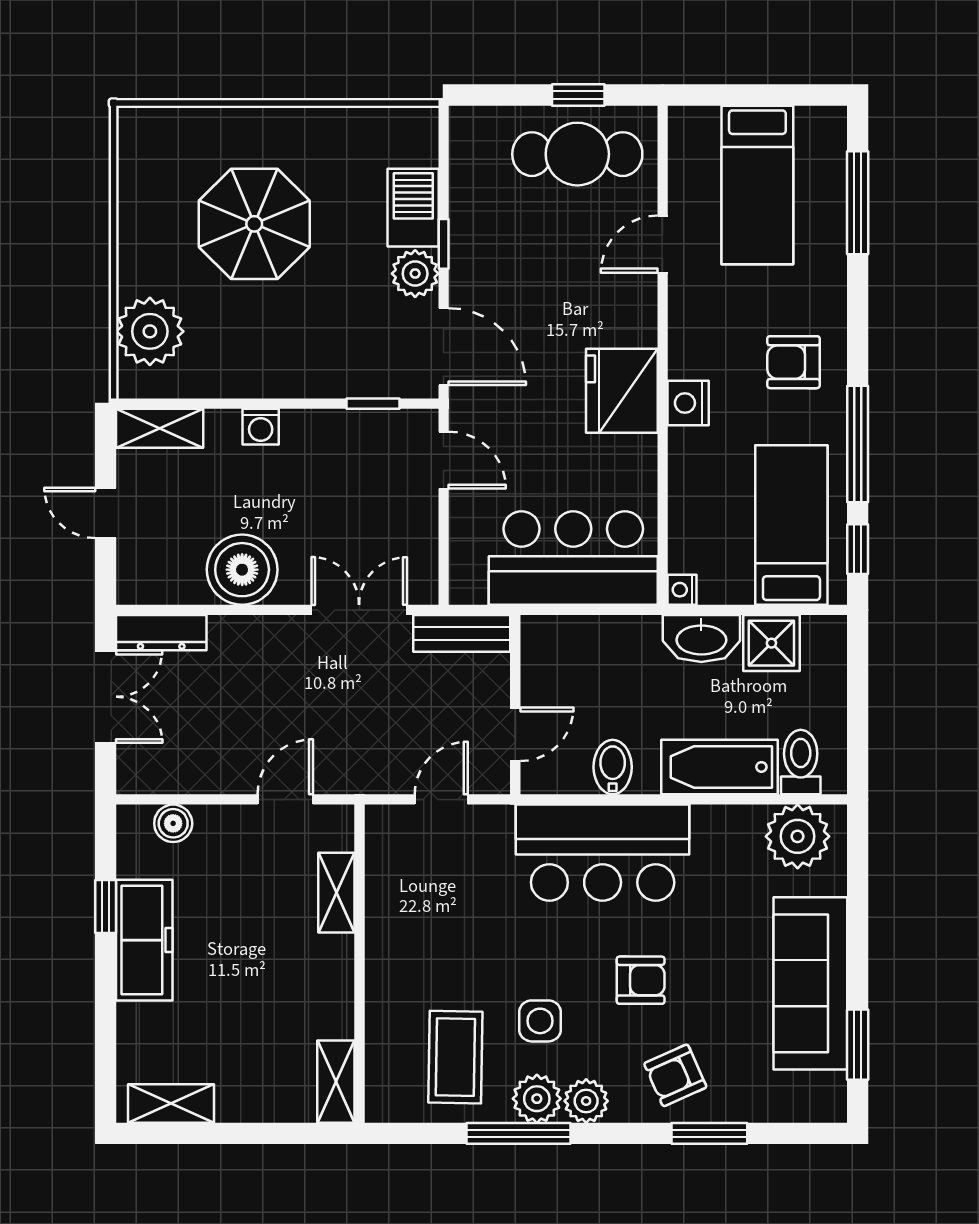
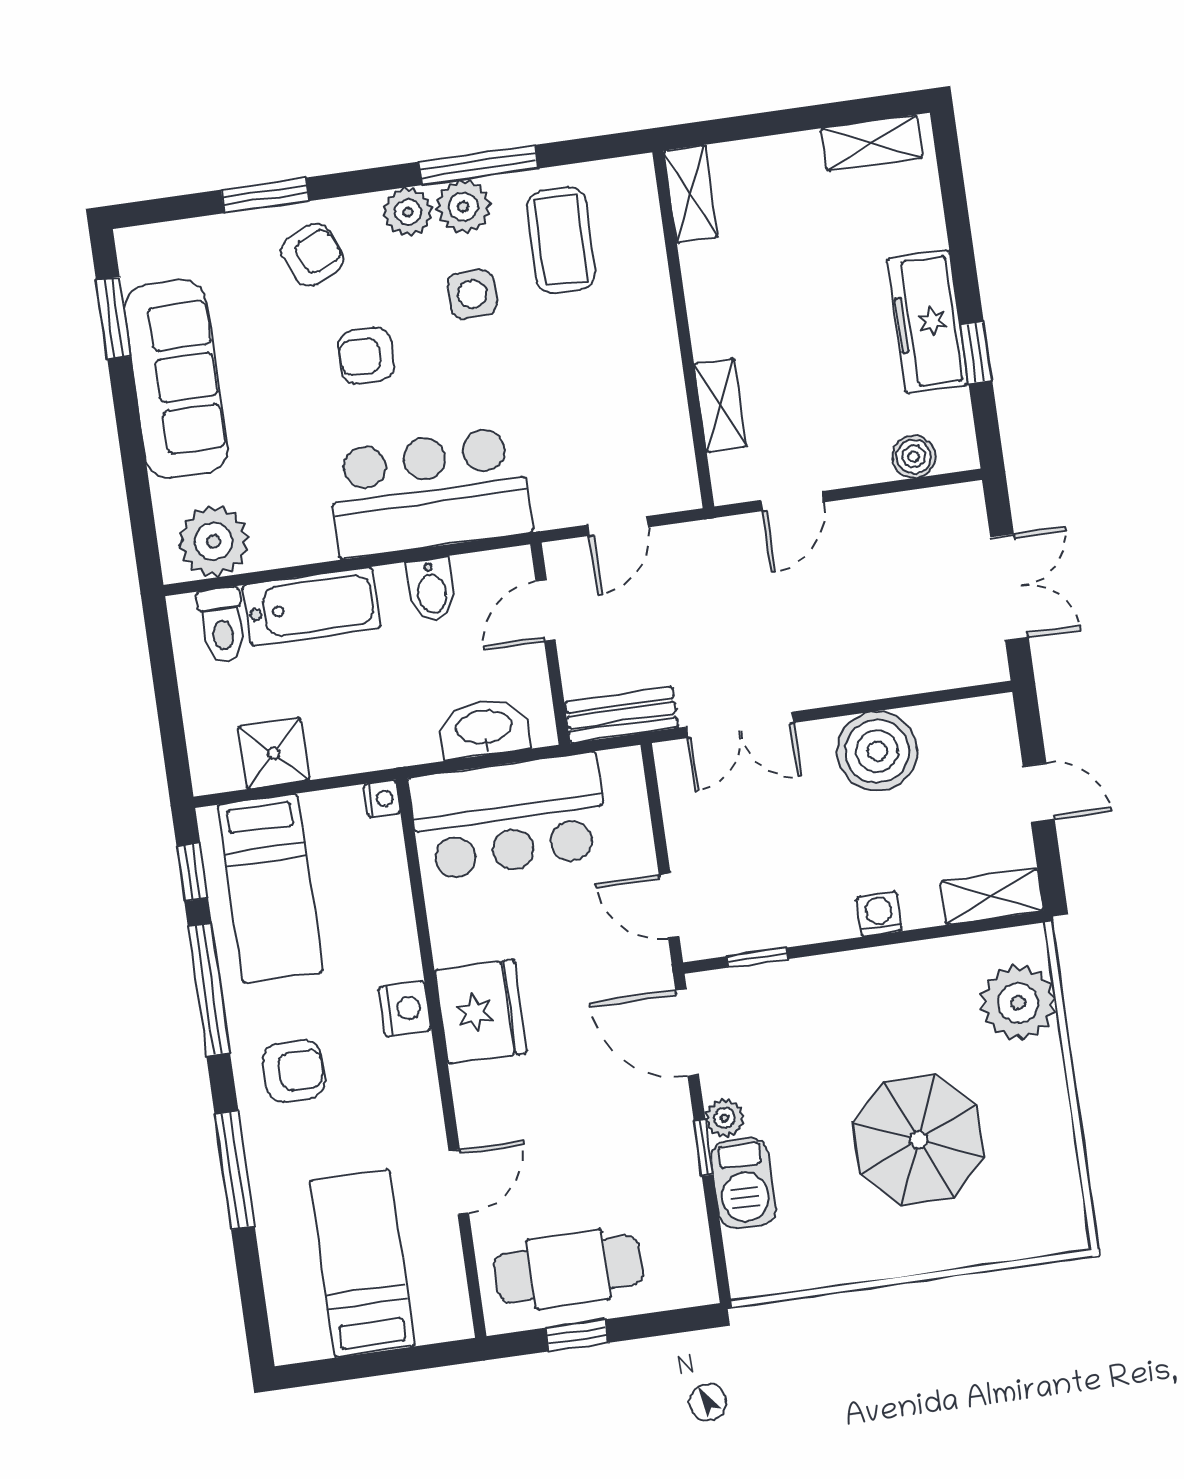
window: (858, 203) -> (235, 1170), moved
plant: (415, 274) -> (725, 1118), width x0.73, depth x0.73
dresser: (161, 633) -> (958, 668), removed
washbasin: (701, 639) -> (484, 729), moved
double door: (106, 697) -> (1009, 587), swing flipped

